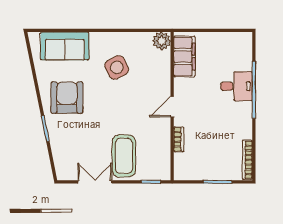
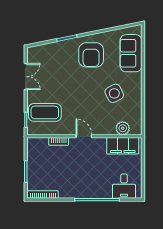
plant: (162, 41) -> (123, 128), moved
desk: (237, 86) -> (124, 186), moved
armchair: (67, 97) -> (91, 55), turned 90
coffee table: (124, 156) -> (45, 112), moved

